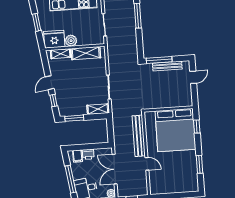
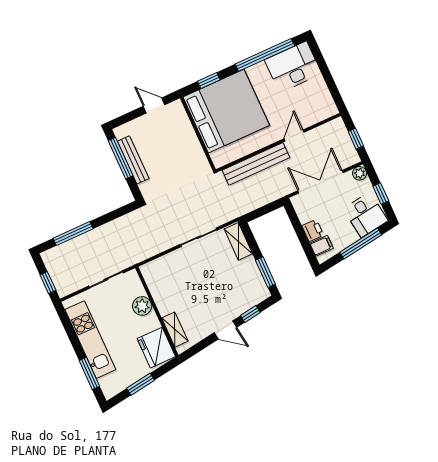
plant: (71, 41) -> (142, 306), moved
shelving: (86, 53) -> (160, 292), removed
window: (159, 60) -> (121, 158), moved
door: (193, 77) -> (154, 105), moved
window: (199, 164) -> (265, 55), width x2.11
double door: (115, 169) -> (321, 182), swing flipped
desk: (187, 178) -> (293, 67), added

